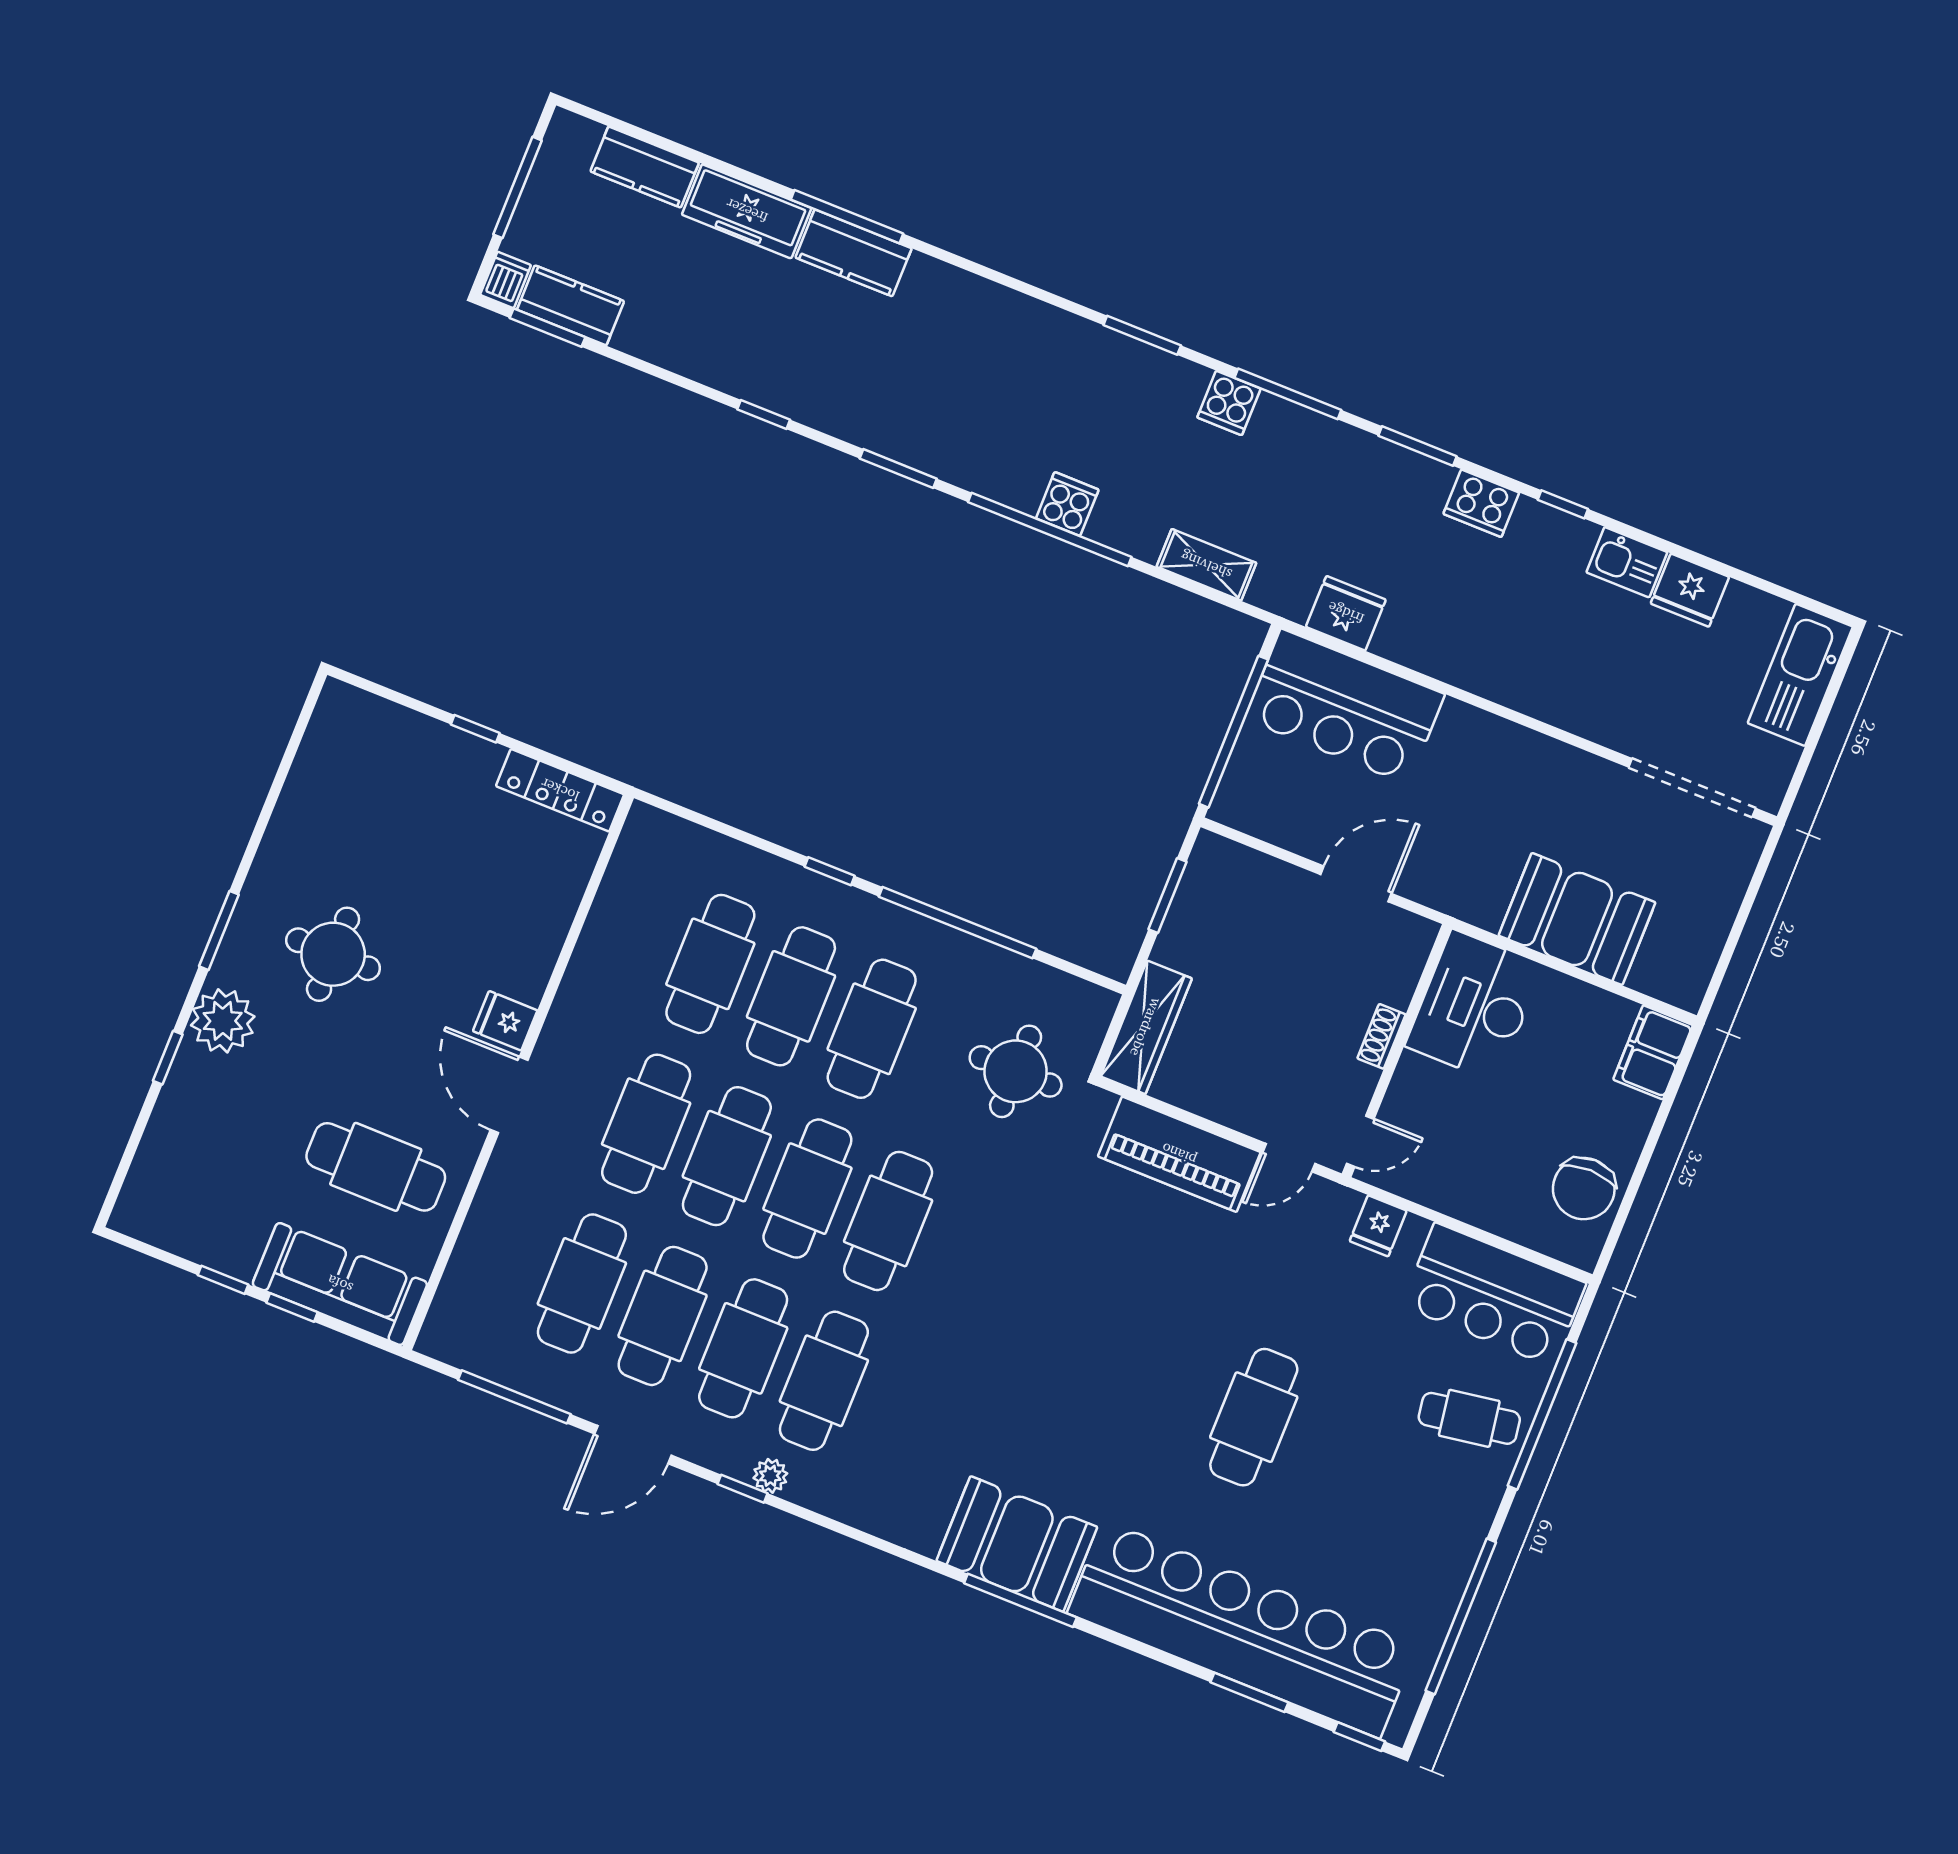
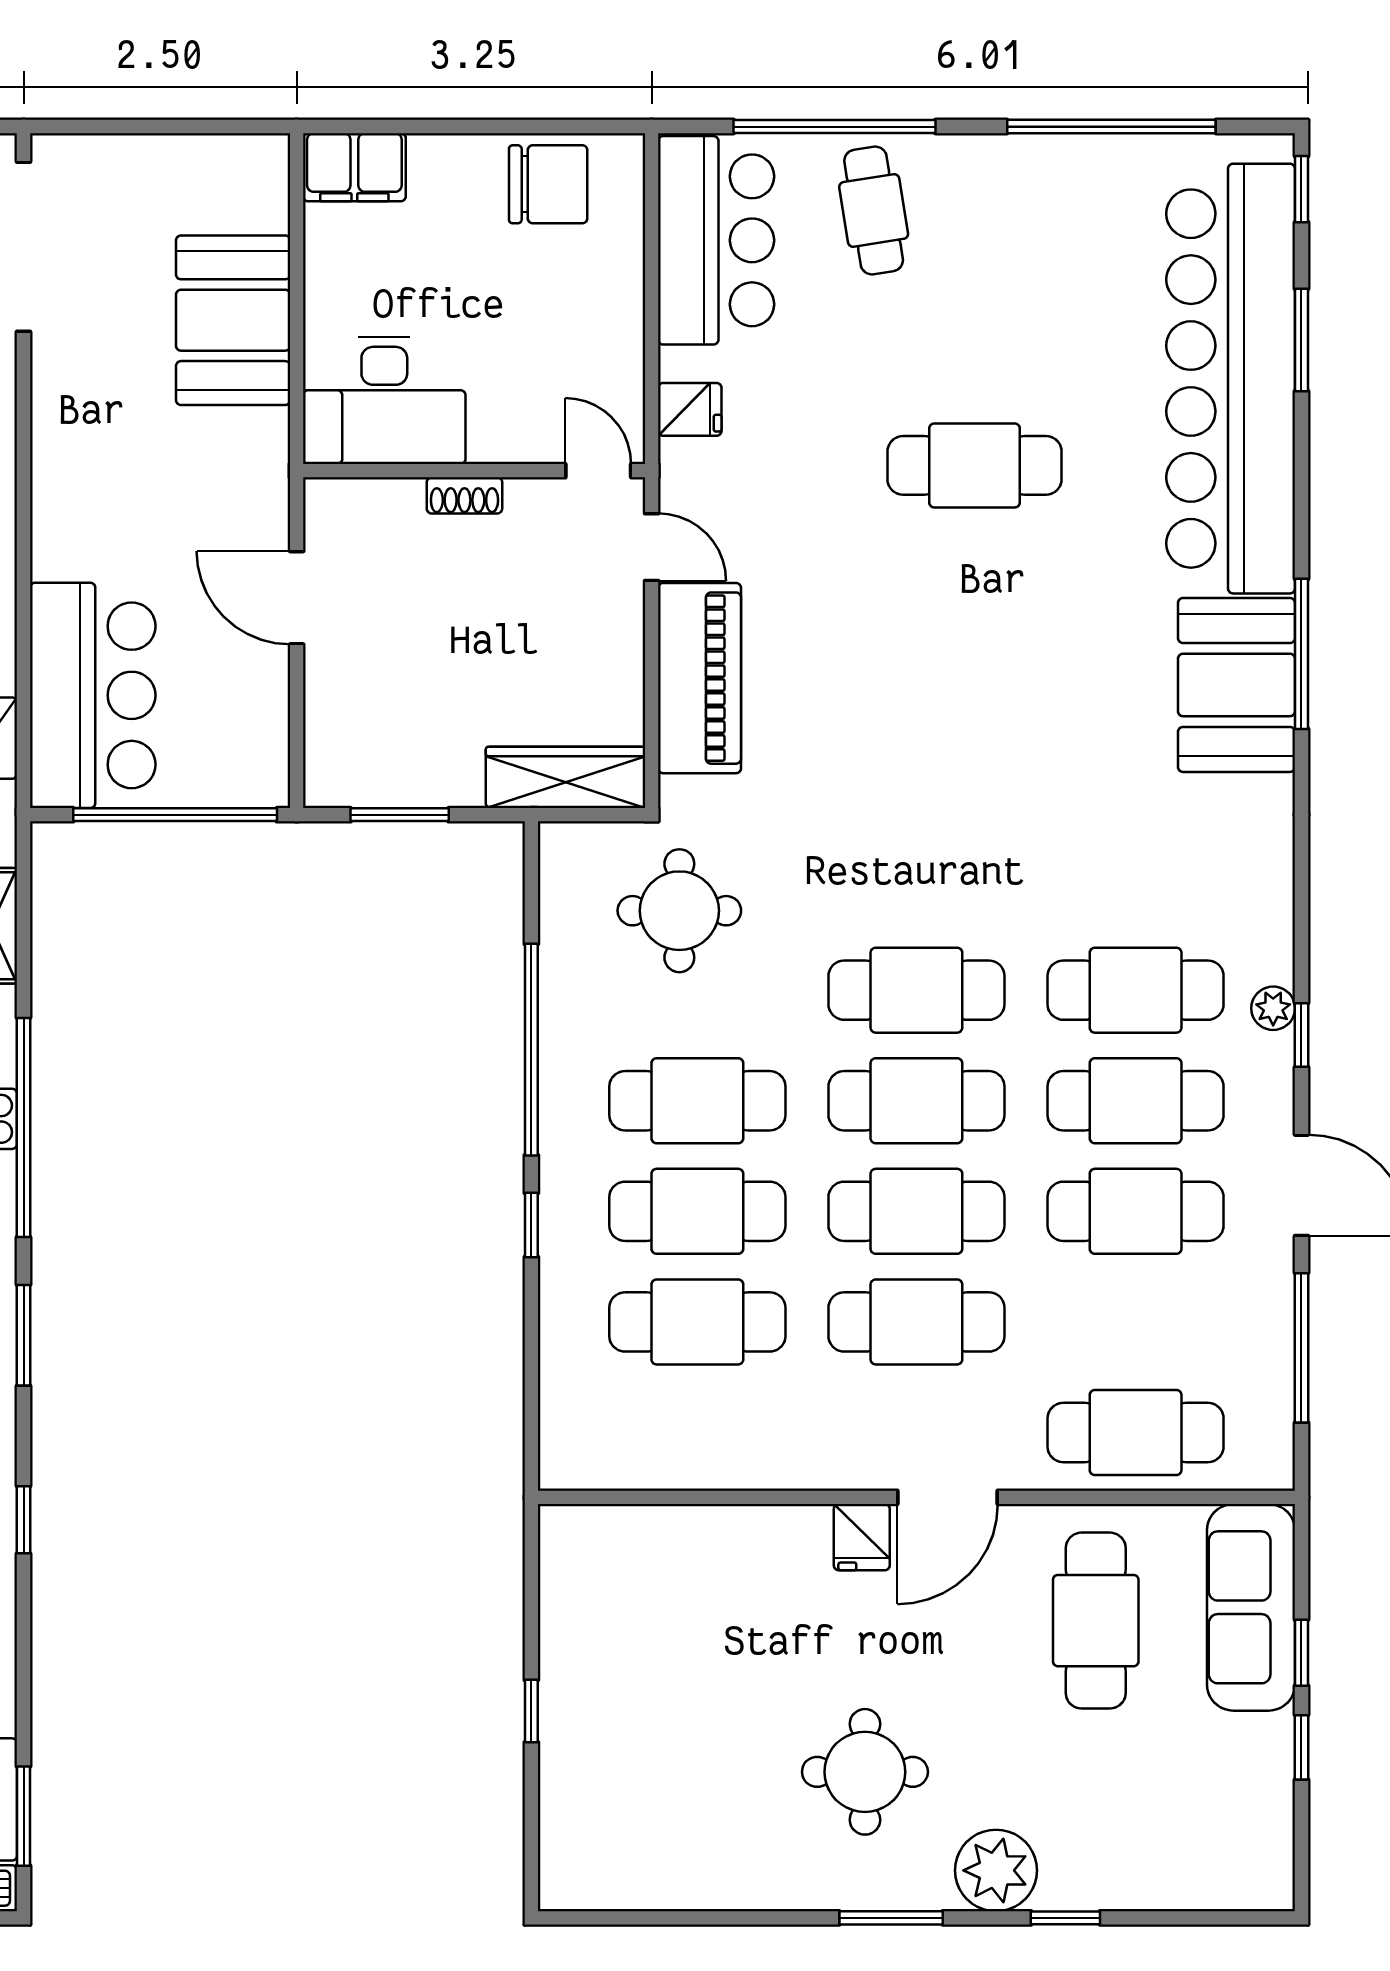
locker: (560, 790) -> (564, 1582), removed
cafe table: (582, 1284) -> (1136, 1432), moved

